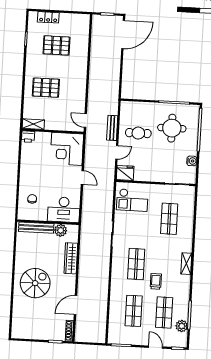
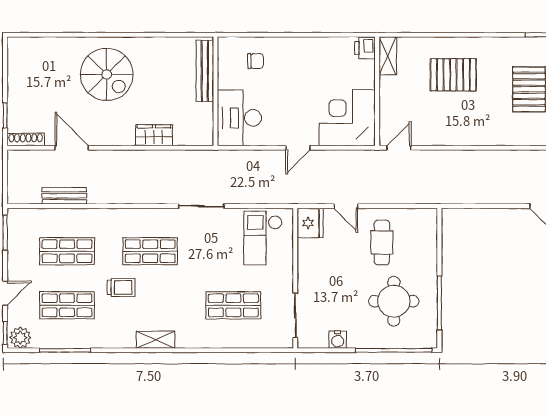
pallet: (46, 88) -> (453, 75), turned 90
bench: (112, 128) -> (64, 196), moved
plant: (61, 230) -> (202, 114), removed
wardrobe: (71, 258) -> (154, 135), width x0.67
plant: (182, 326) -> (20, 338), moved

